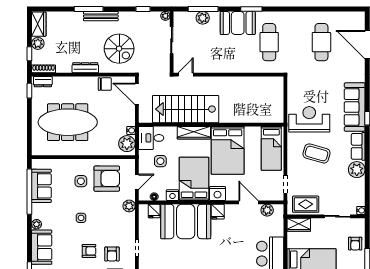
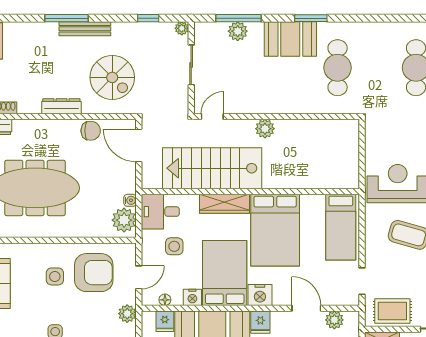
plant: (221, 83) -> (265, 129), added

